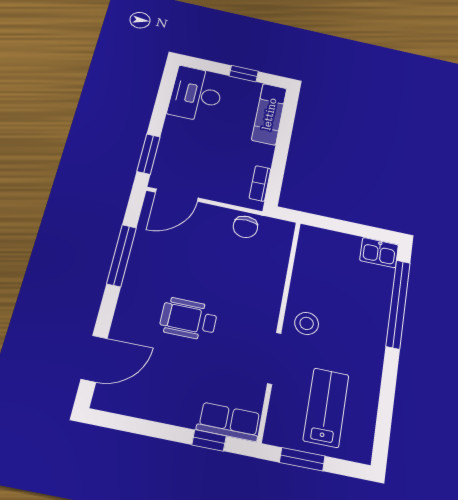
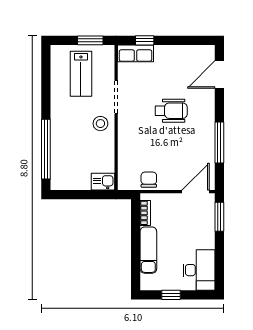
exam couch: (269, 114) -> (148, 250), moved
kitchen sink: (379, 253) -> (103, 182), moved

